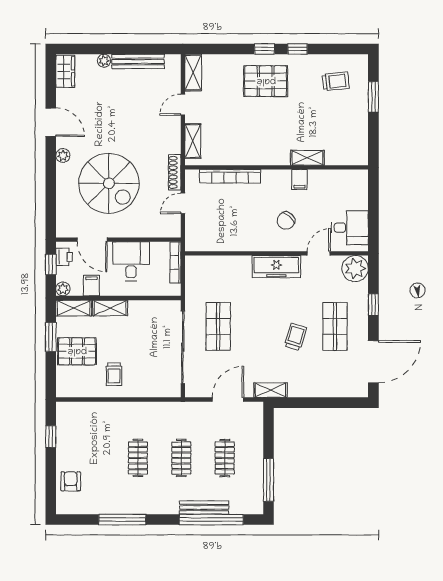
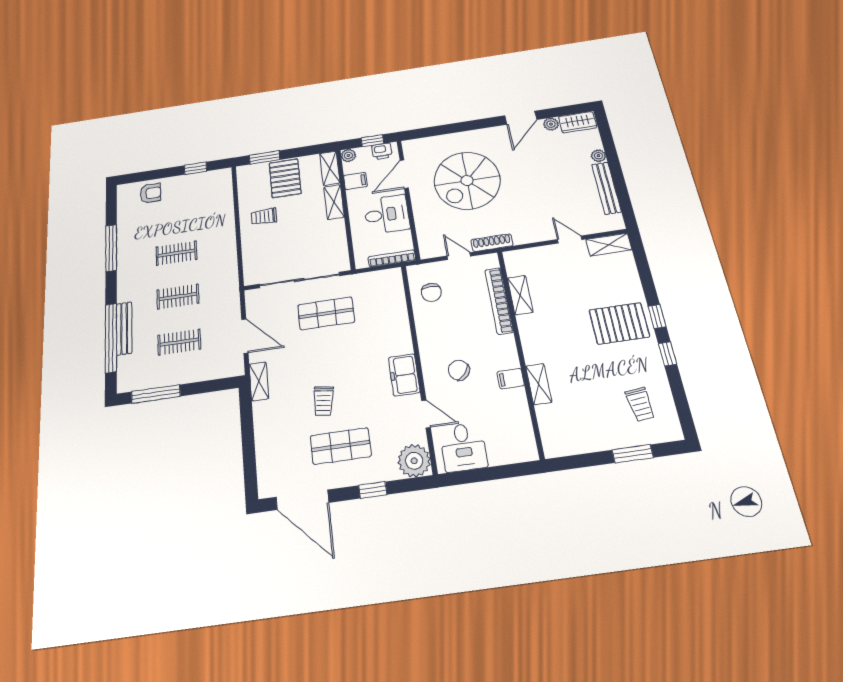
pallet: (266, 81) -> (619, 323), turned 90
shelving: (193, 141) -> (520, 295), moved, turned 90
plant: (63, 156) -> (551, 124), moved
chair: (213, 233) -> (431, 292), added
freezer: (276, 267) -> (404, 375), width x0.71
window: (51, 337) -> (264, 157), moved
trolley: (296, 337) -> (323, 401), turned 81

